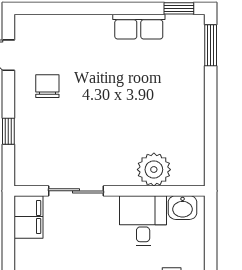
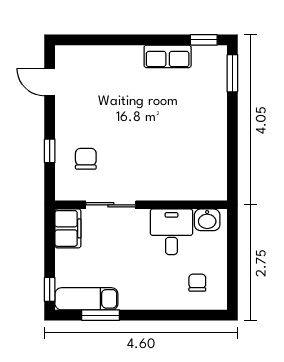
chair: (47, 86) -> (86, 159), moved
plant: (154, 170) -> (181, 185), removed

